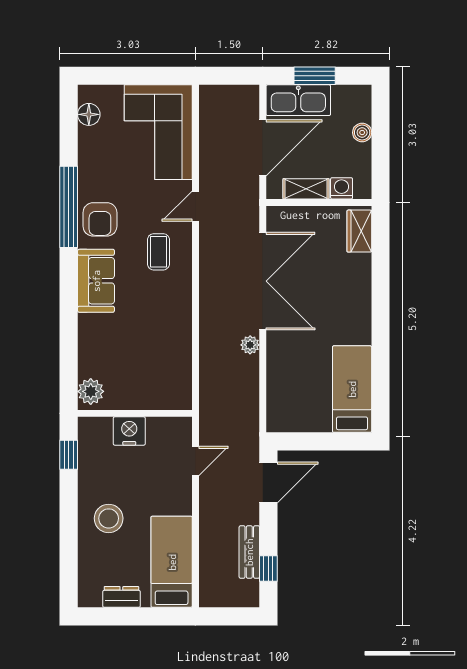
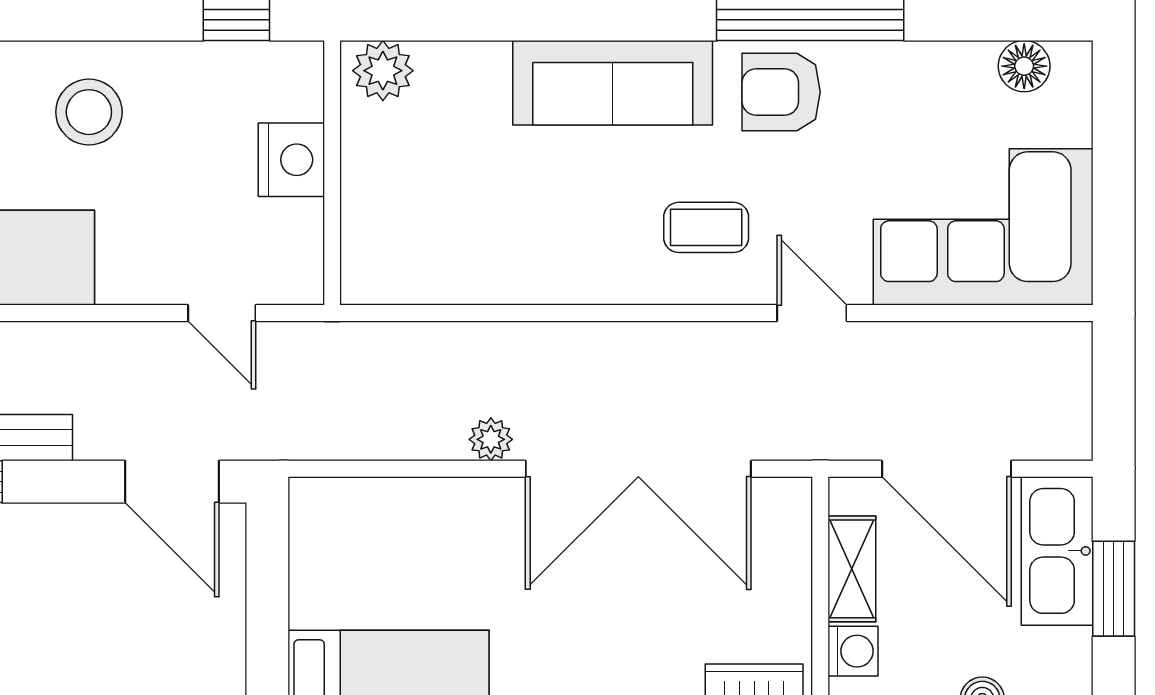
sofa: (96, 281) -> (613, 83), width x1.36

